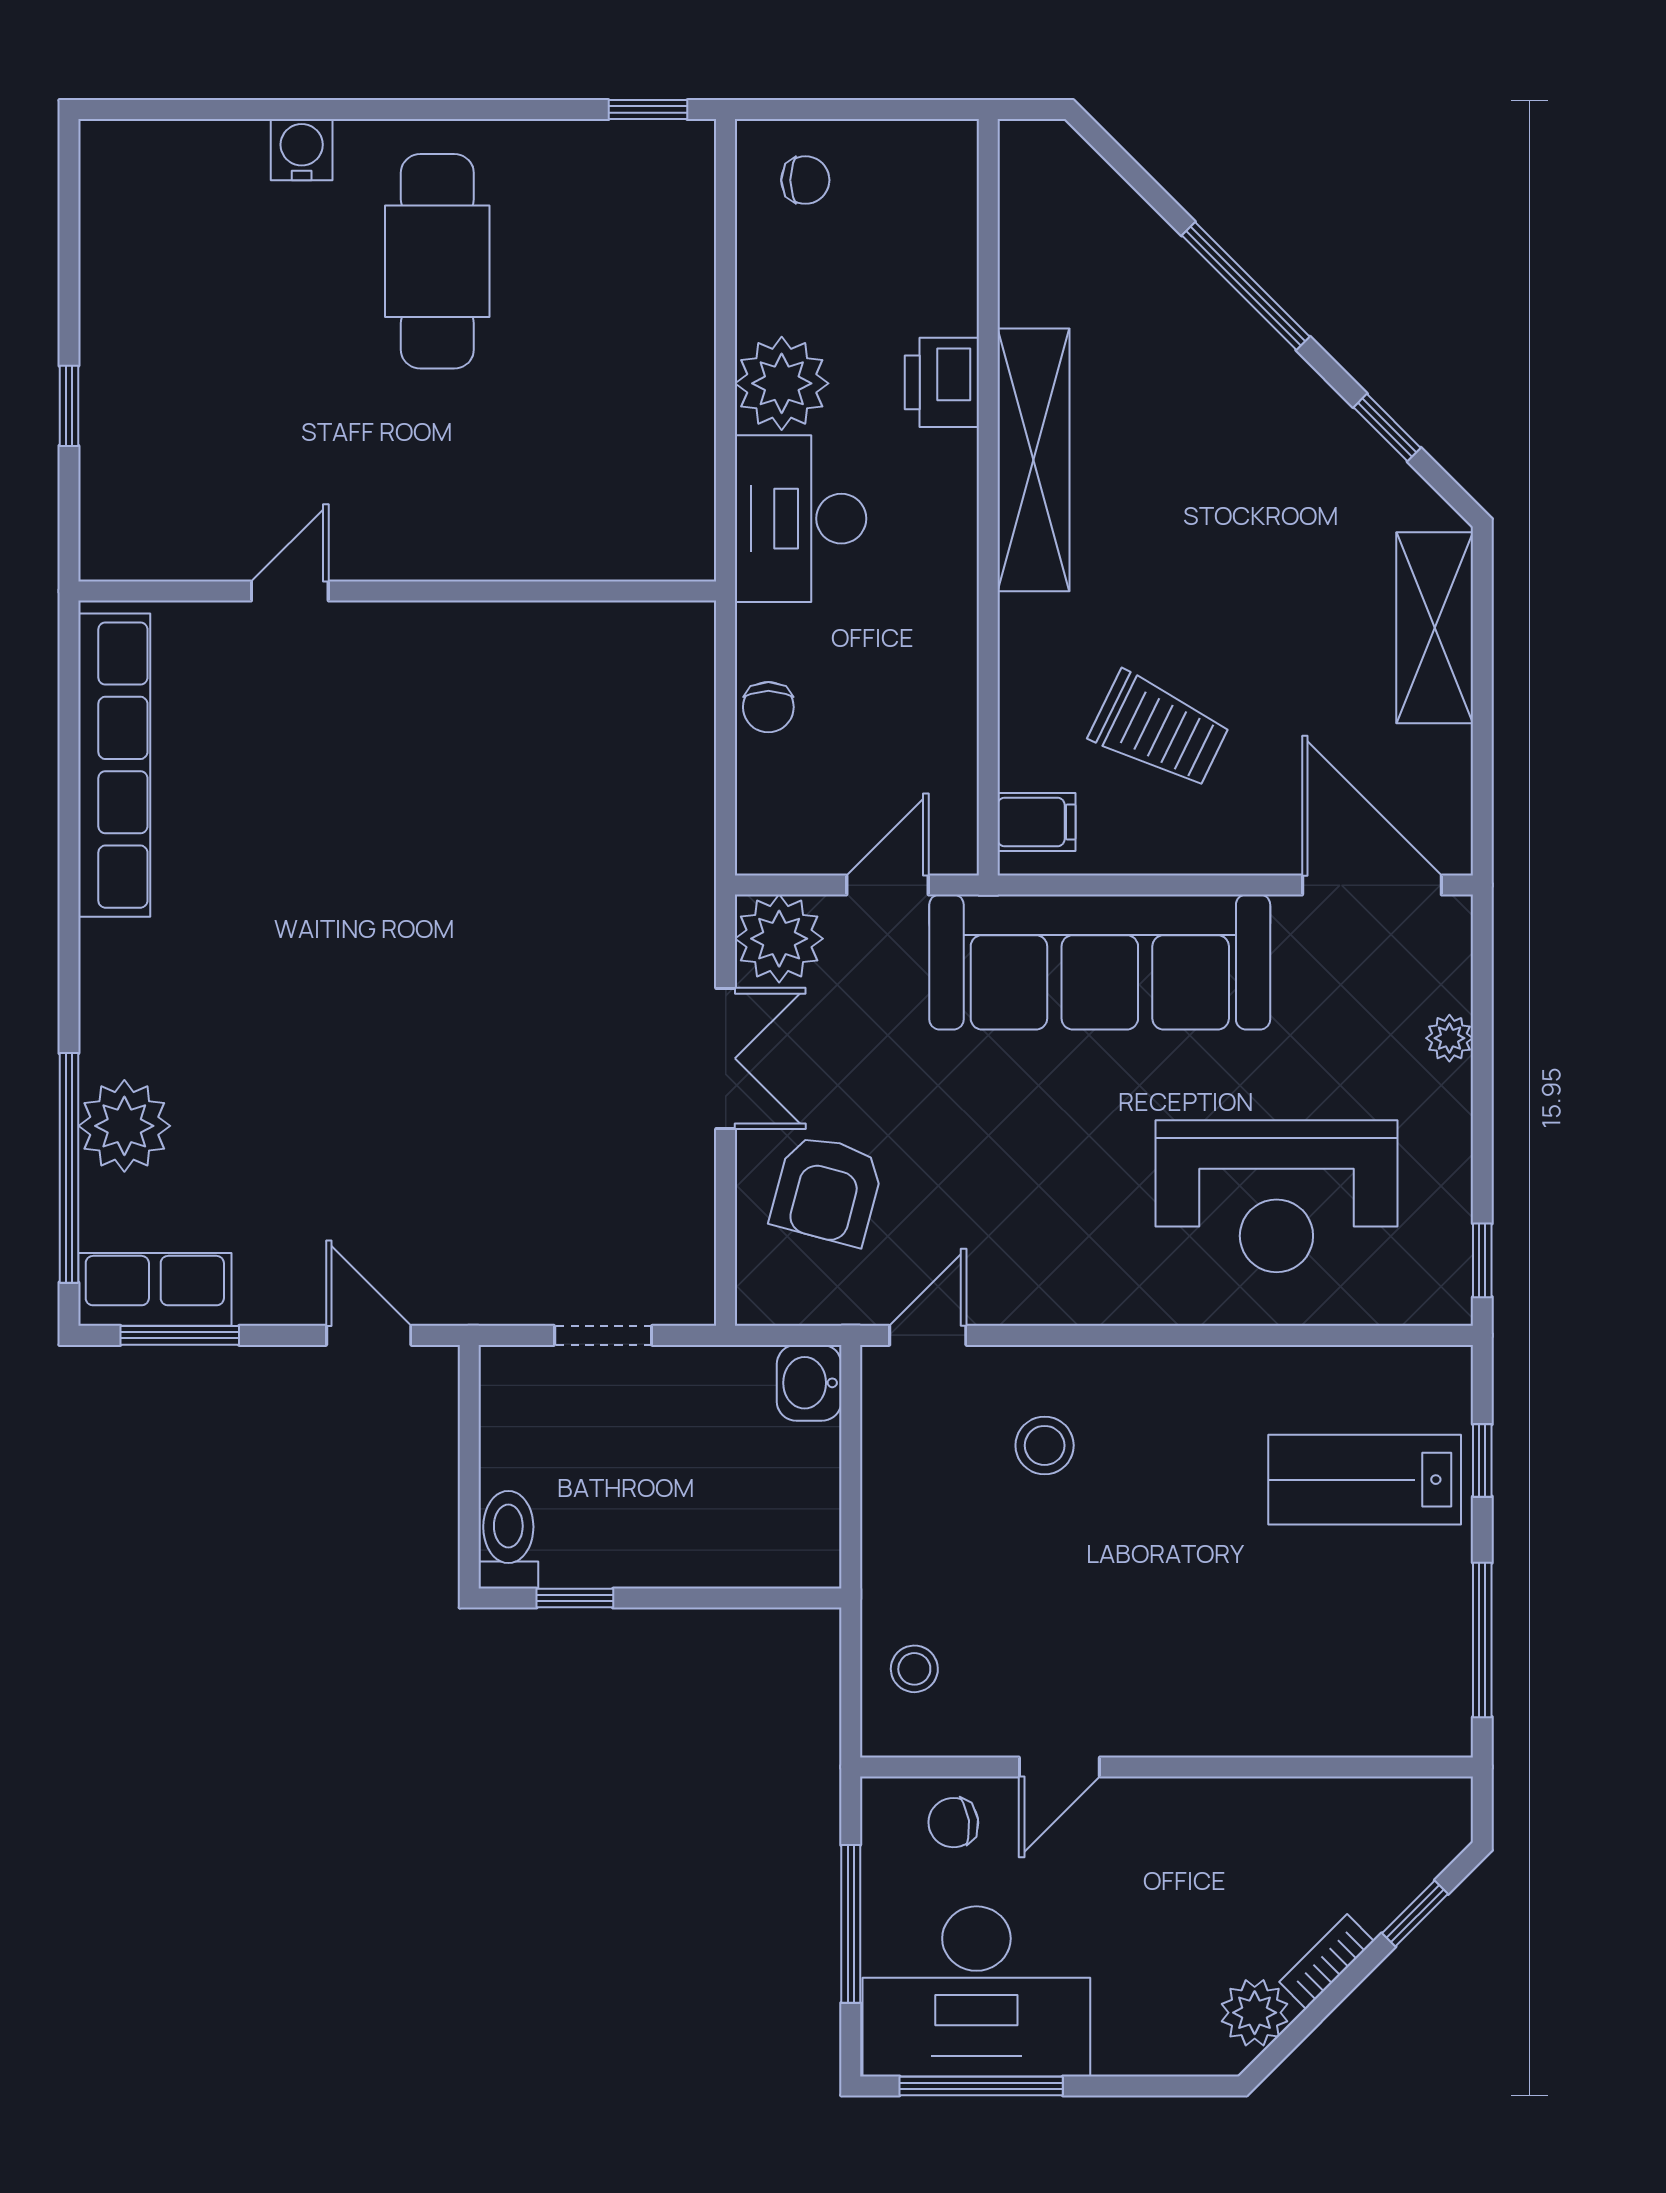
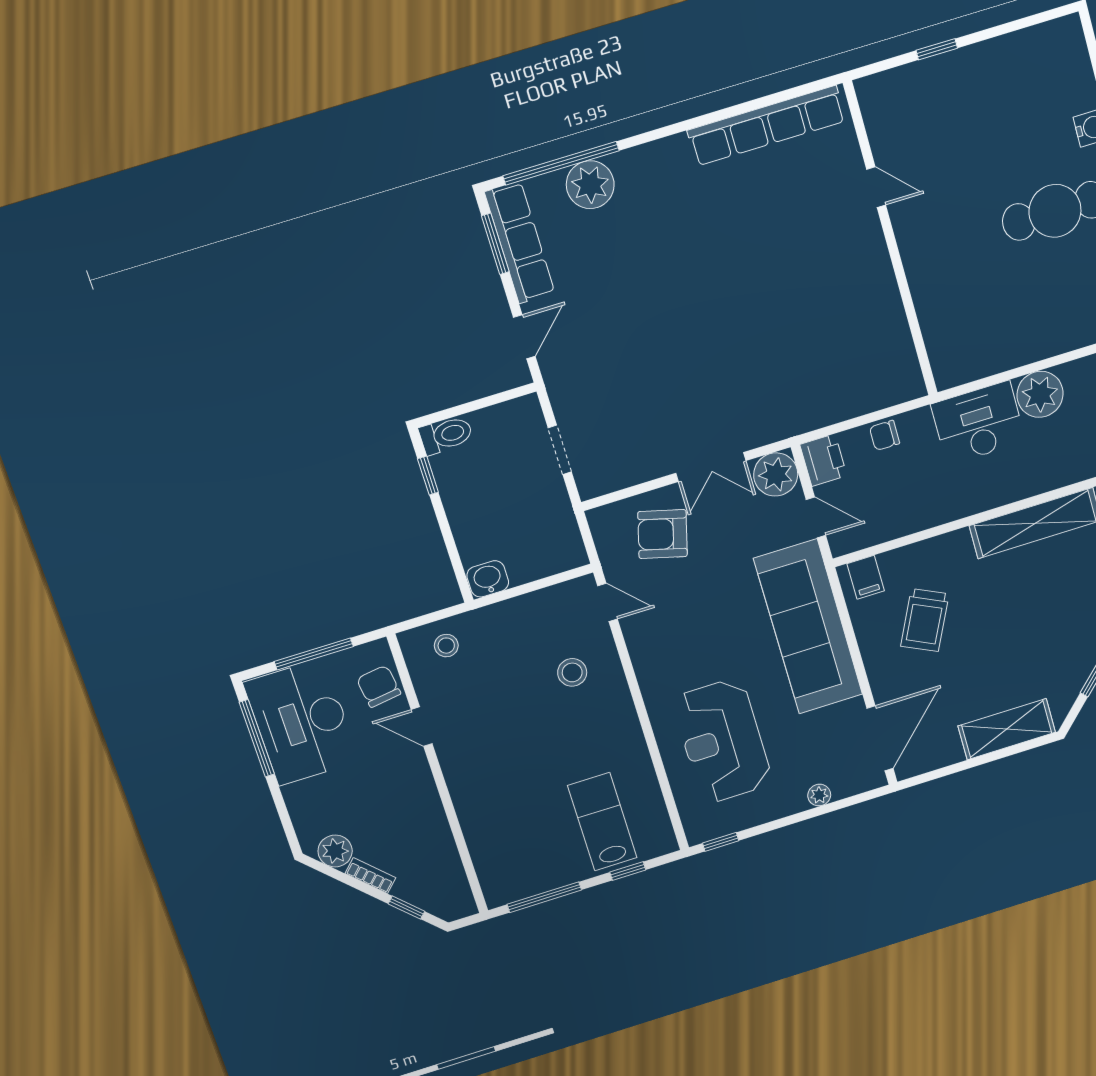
printer: (942, 382) -> (823, 460), moved, turned 90
row of seats: (155, 1289) -> (520, 243), width x1.48
washbasin: (809, 1383) -> (488, 579), moved
chair: (953, 1823) -> (379, 686), width x1.37, depth x1.37

